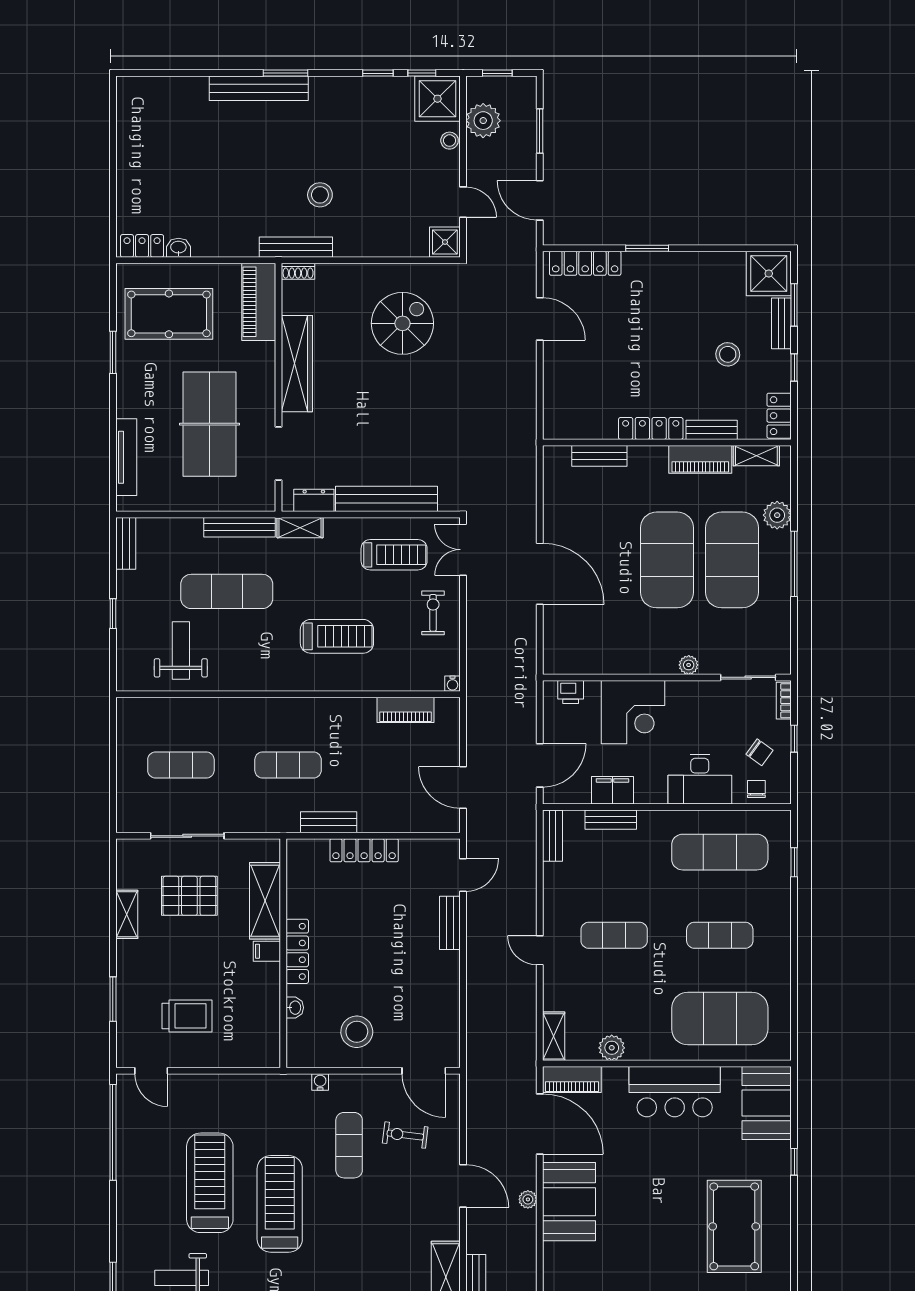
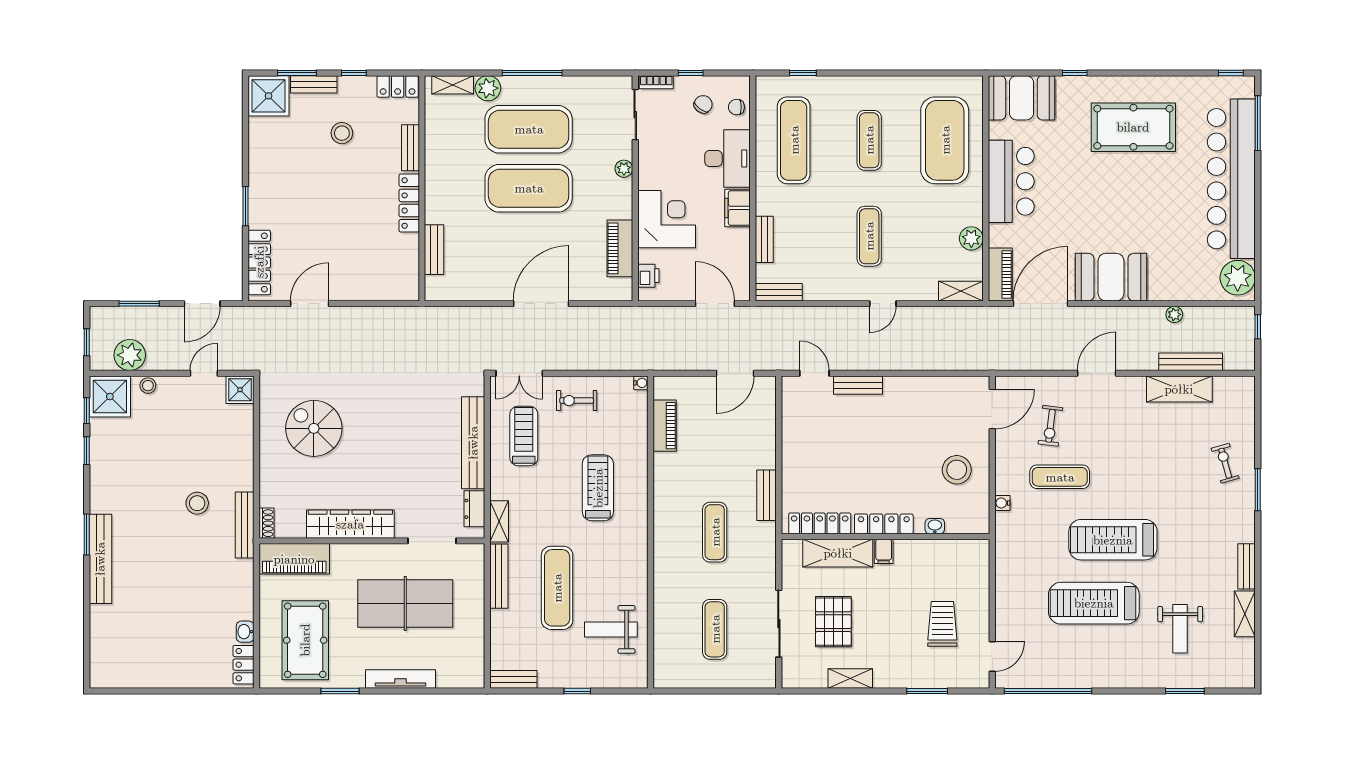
shelving: (756, 456) -> (453, 85), moved, turned 90
tv unit: (126, 457) -> (401, 679), moved
piano: (700, 459) -> (620, 248), moved, turned 180
filing cabinet: (612, 790) -> (737, 208), moved
locker: (364, 850) -> (820, 523), moved, turned -90
plant: (528, 1199) -> (1174, 314), moved

